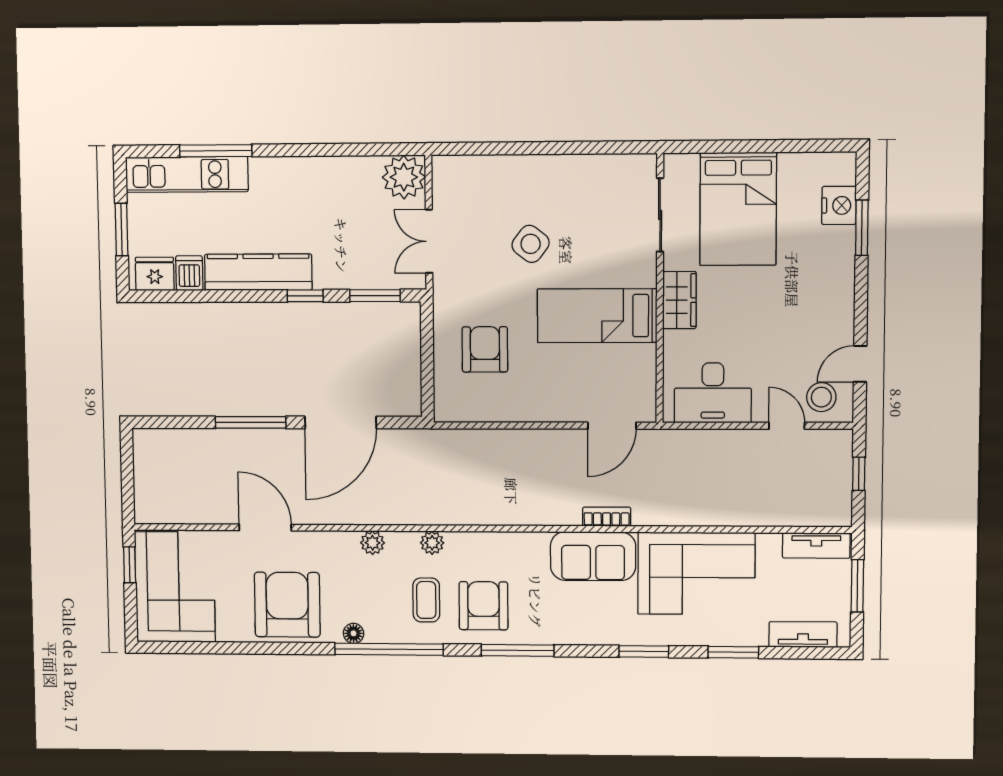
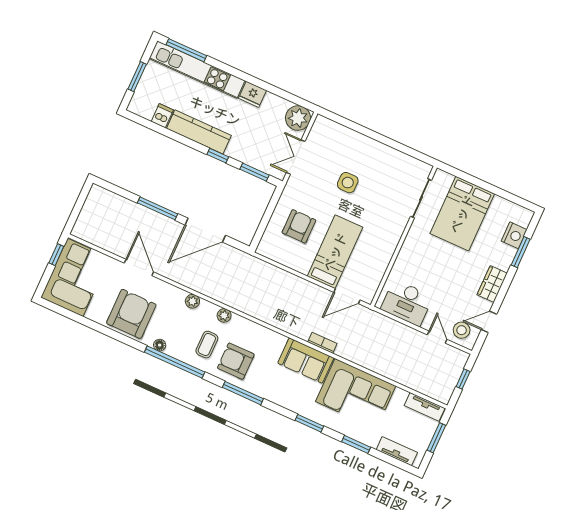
window: (216, 151) -> (186, 50), moved
kitchen unit: (187, 174) -> (197, 70), width x1.36
side table: (531, 244) -> (348, 183), turned -37
fridge: (155, 274) -> (252, 94), moved, turned 180
wardrobe: (679, 300) -> (492, 284), moved, turned 180
bed: (597, 316) -> (335, 252), moved, turned 90
armchair: (483, 606) -> (236, 361), turned -90

